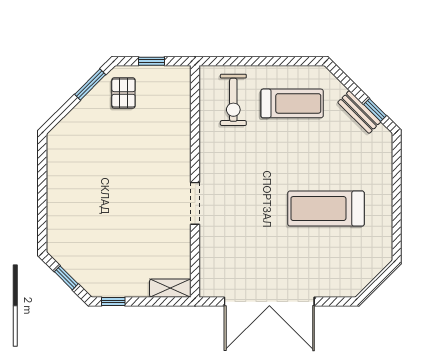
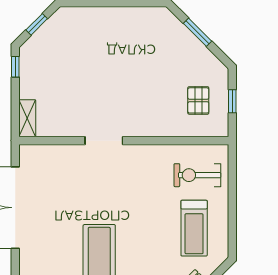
window: (90, 85) -> (198, 32), moved
pallet: (123, 93) -> (198, 100), moved, turned 90

